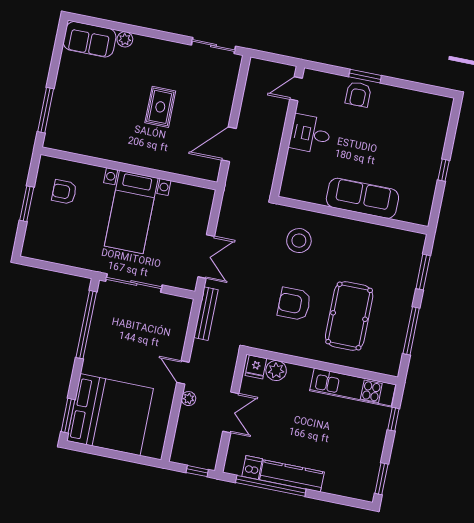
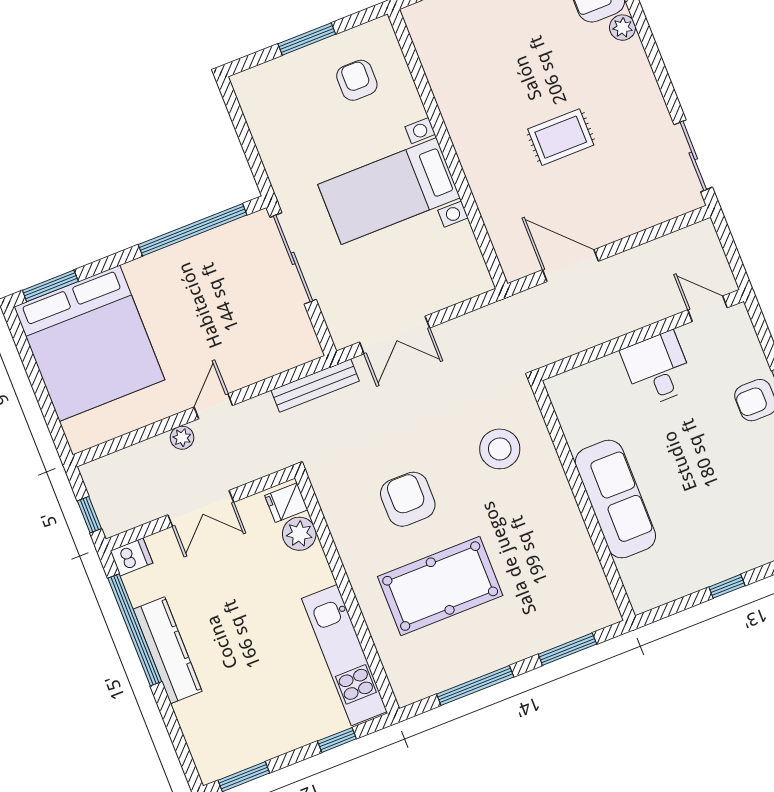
dishwasher: (252, 468) -> (131, 557), moved

